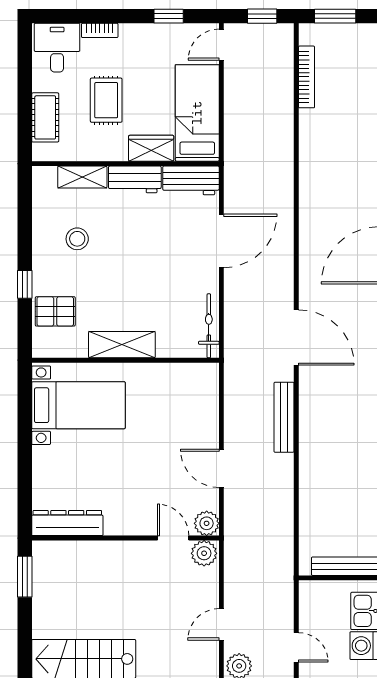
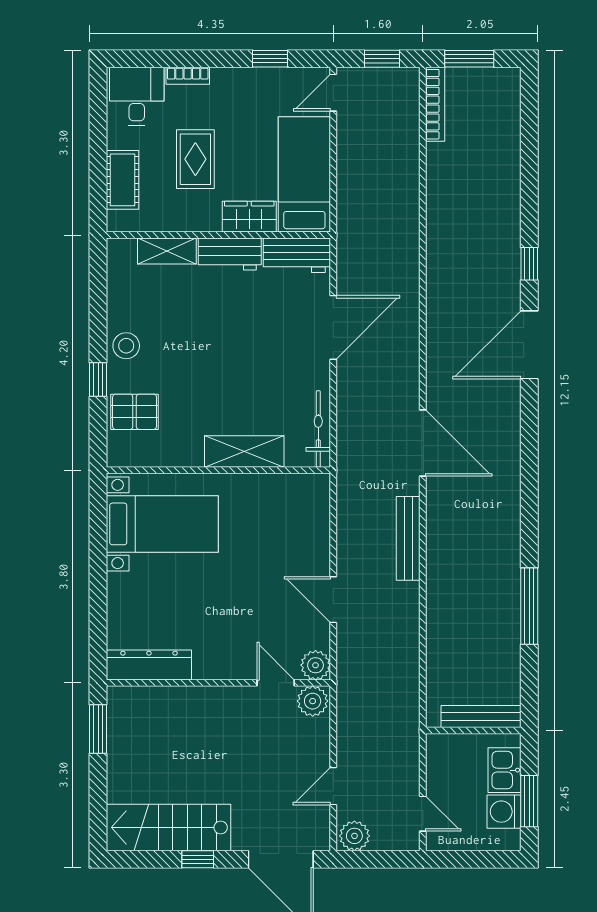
bookcase: (307, 77) -> (435, 104), moved
stool: (77, 239) -> (126, 346), moved
shelving: (122, 345) -> (244, 452), moved

